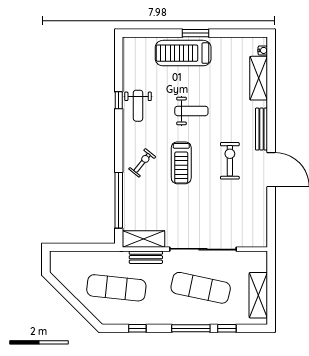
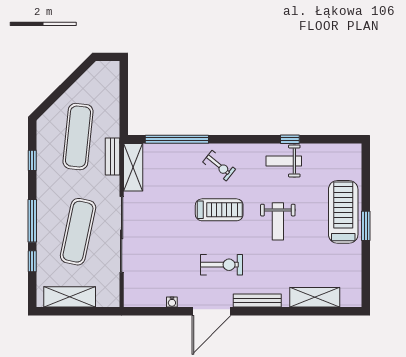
water cooler: (263, 50) -> (172, 302), moved
treadmill: (181, 163) -> (219, 210), turned 180
bench: (146, 257) -> (113, 157), moved

